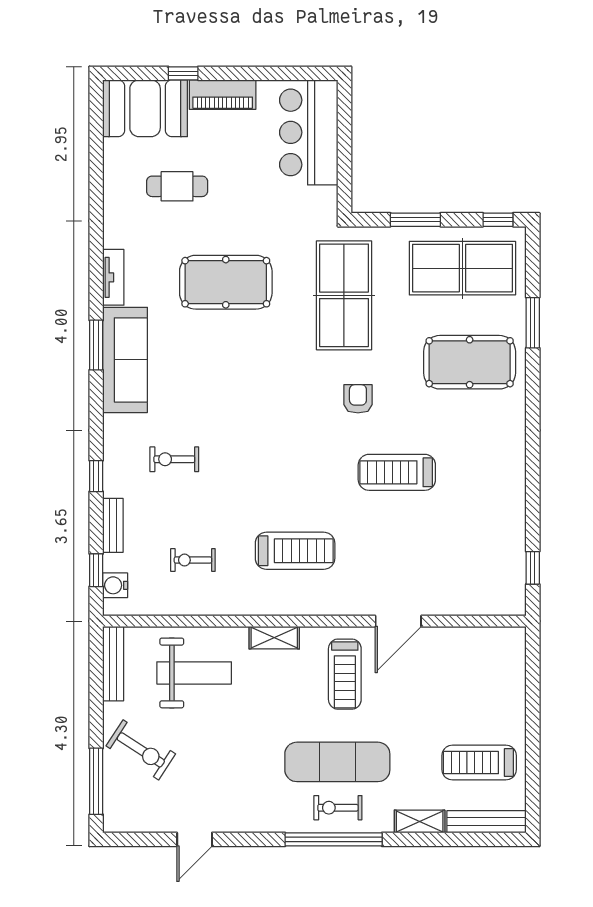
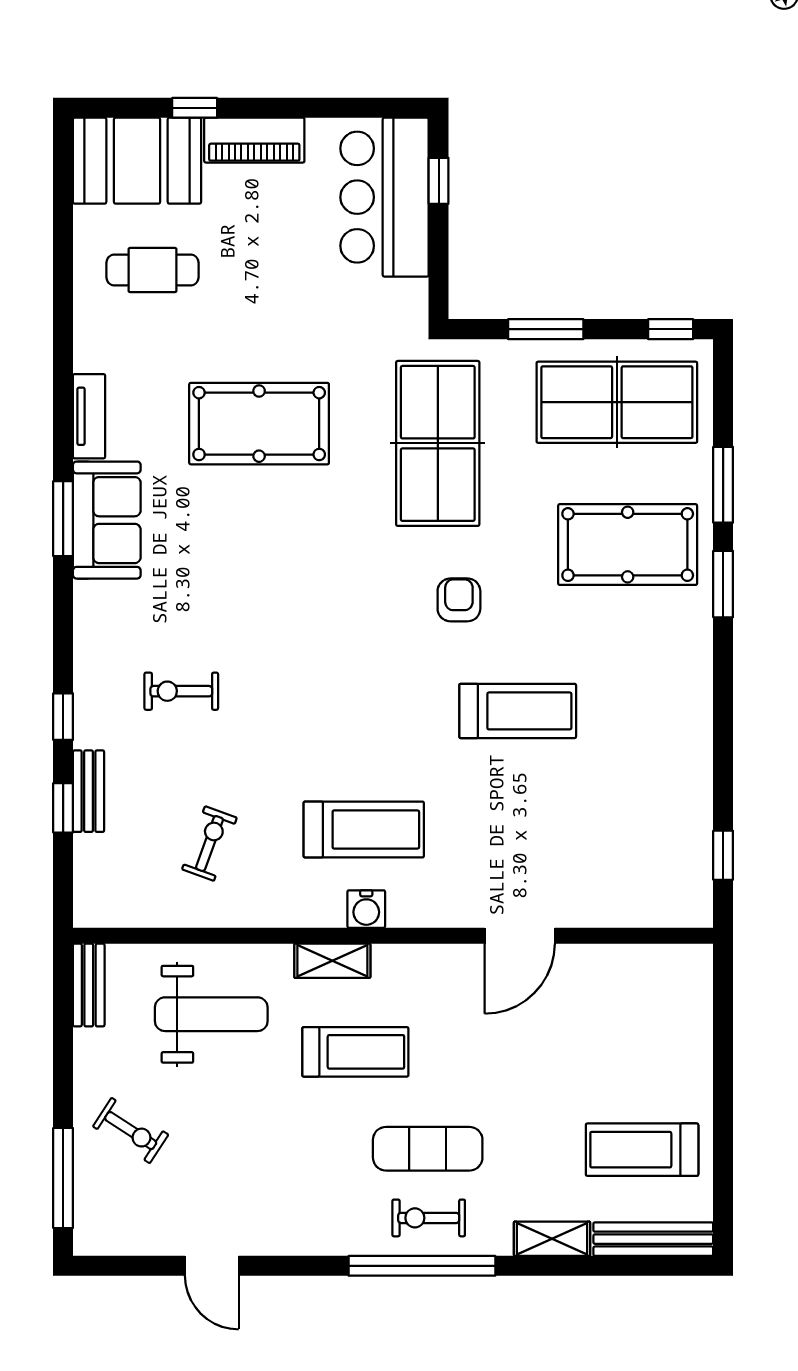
window: (344, 122) -> (439, 181), added
cafe table: (177, 186) -> (152, 270), moved
sofa: (125, 360) -> (107, 520), width x0.73
window: (533, 388) -> (723, 584), added
treadmill: (397, 472) -> (518, 711), turned 180
exercise bike: (193, 560) -> (209, 844), turned 110
window: (96, 570) -> (63, 808), moved
water cooler: (115, 585) -> (366, 909), moved, turned -90
bench: (113, 664) -> (89, 985), width x0.73
treadmill: (345, 674) -> (355, 1052), moved, turned -90
exercise bike: (141, 750) -> (131, 1131), width x0.73, depth x0.72
exercise mat: (337, 762) -> (428, 1149), width x0.73, depth x0.69
door: (195, 839) -> (212, 1266), hinge flipped

